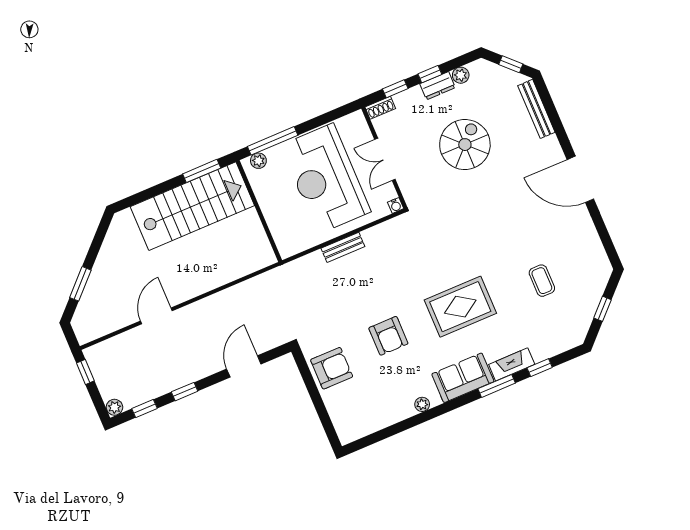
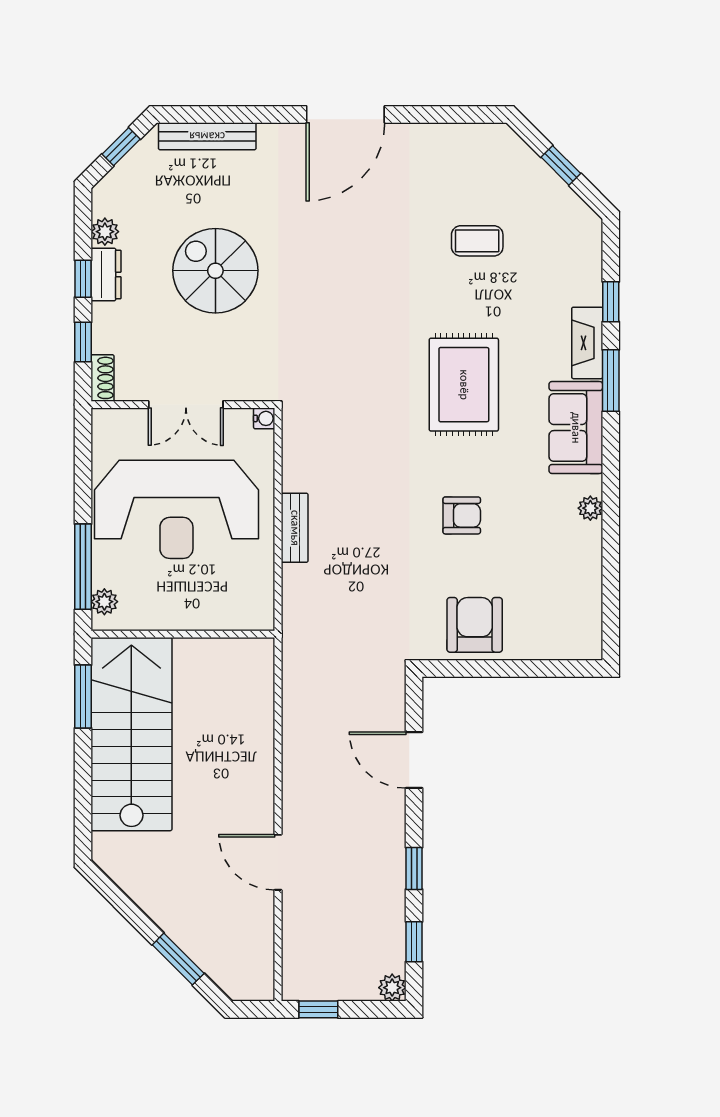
armchair: (388, 336) -> (462, 515), width x0.72, depth x0.72

